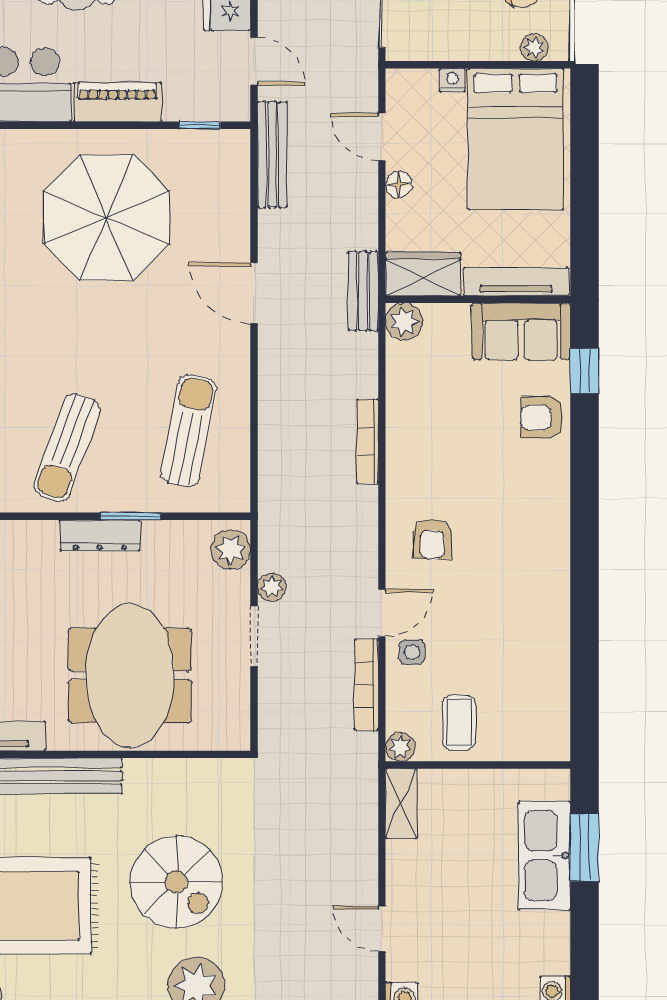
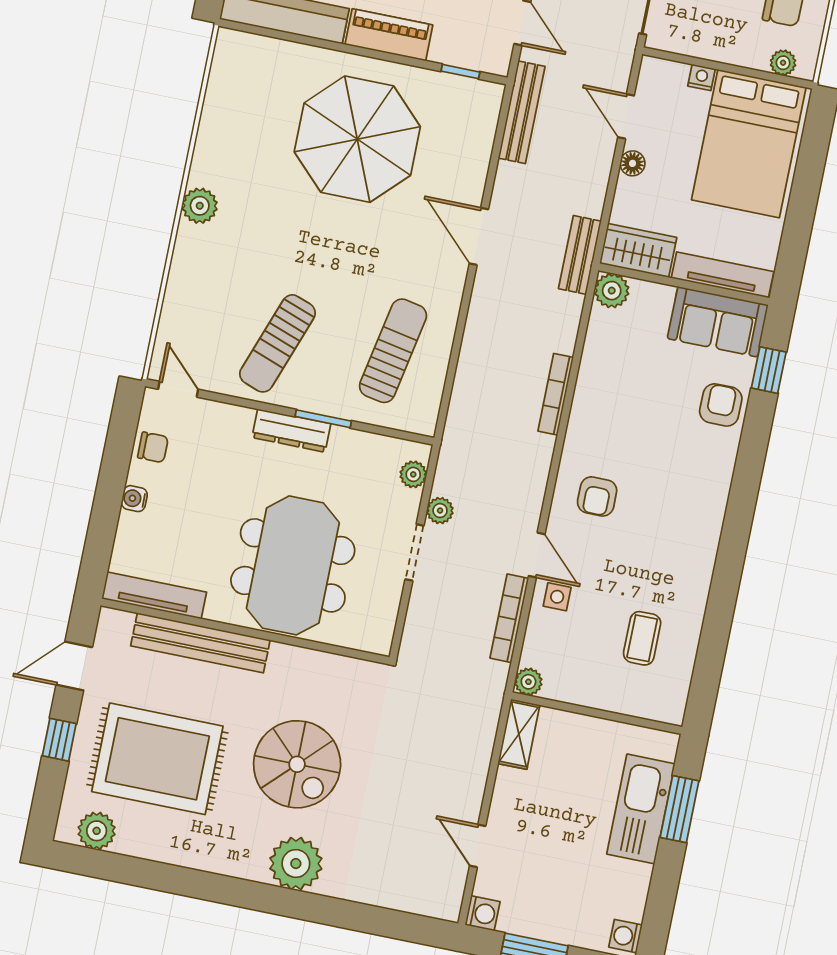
armchair: (542, 417) -> (721, 405), turned 90
plant: (231, 550) -> (413, 474), width x0.73, depth x0.73
door: (382, 613) -> (537, 555), hinge flipped
coffee table: (459, 723) -> (642, 638), moved

